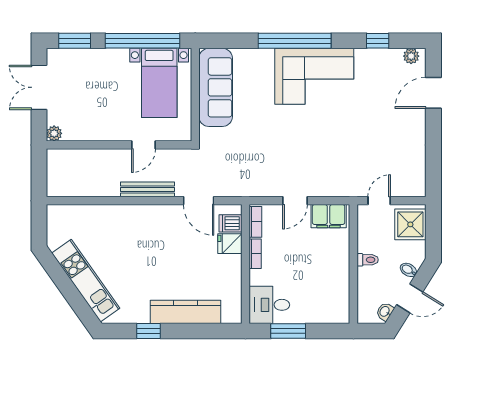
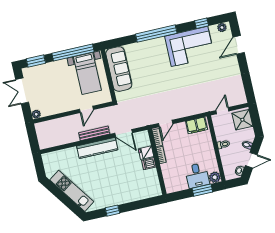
corner sofa: (314, 76) -> (190, 46), moved
door: (295, 201) -> (166, 124), moved
dishwasher: (230, 223) -> (149, 164), moved
desk: (269, 305) -> (197, 175), moved, turned -90
kitchen counter: (185, 312) -> (97, 148), moved, turned 180
plant: (340, 314) -> (215, 177), added
window: (288, 331) -> (202, 190), moved

